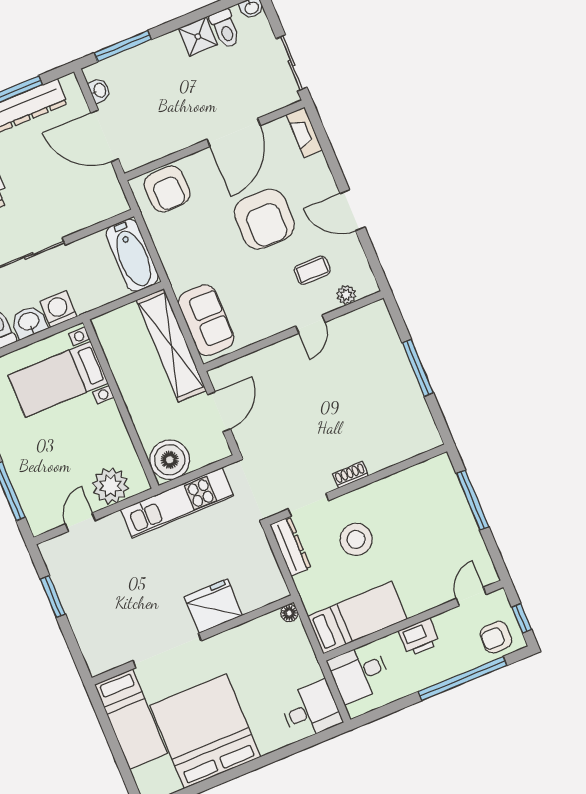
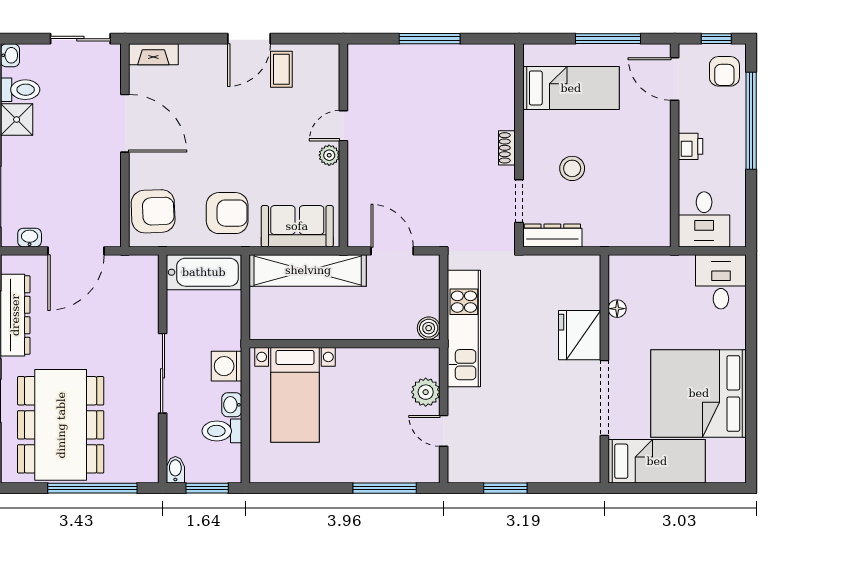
armchair: (264, 219) -> (227, 213), moved, width x0.73, depth x0.73
coffee table: (312, 270) -> (281, 69), moved
plant: (346, 295) -> (329, 155), moved
washbasin: (29, 322) -> (232, 405), width x0.72, depth x0.69
door: (310, 324) -> (343, 126), swing flipped
boiler: (170, 460) -> (429, 328), width x0.54, depth x0.54
plant: (110, 486) -> (426, 392), width x0.73, depth x0.73
window: (473, 500) -> (608, 39), moved
stool: (356, 539) -> (572, 168), width x0.73, depth x0.73
door: (471, 597) -> (675, 79), width x1.38
floor lamp: (289, 613) -> (617, 309), moved
bed: (357, 618) -> (571, 88), moved, turned 90
printer: (419, 637) -> (691, 146), width x0.73, depth x0.81

